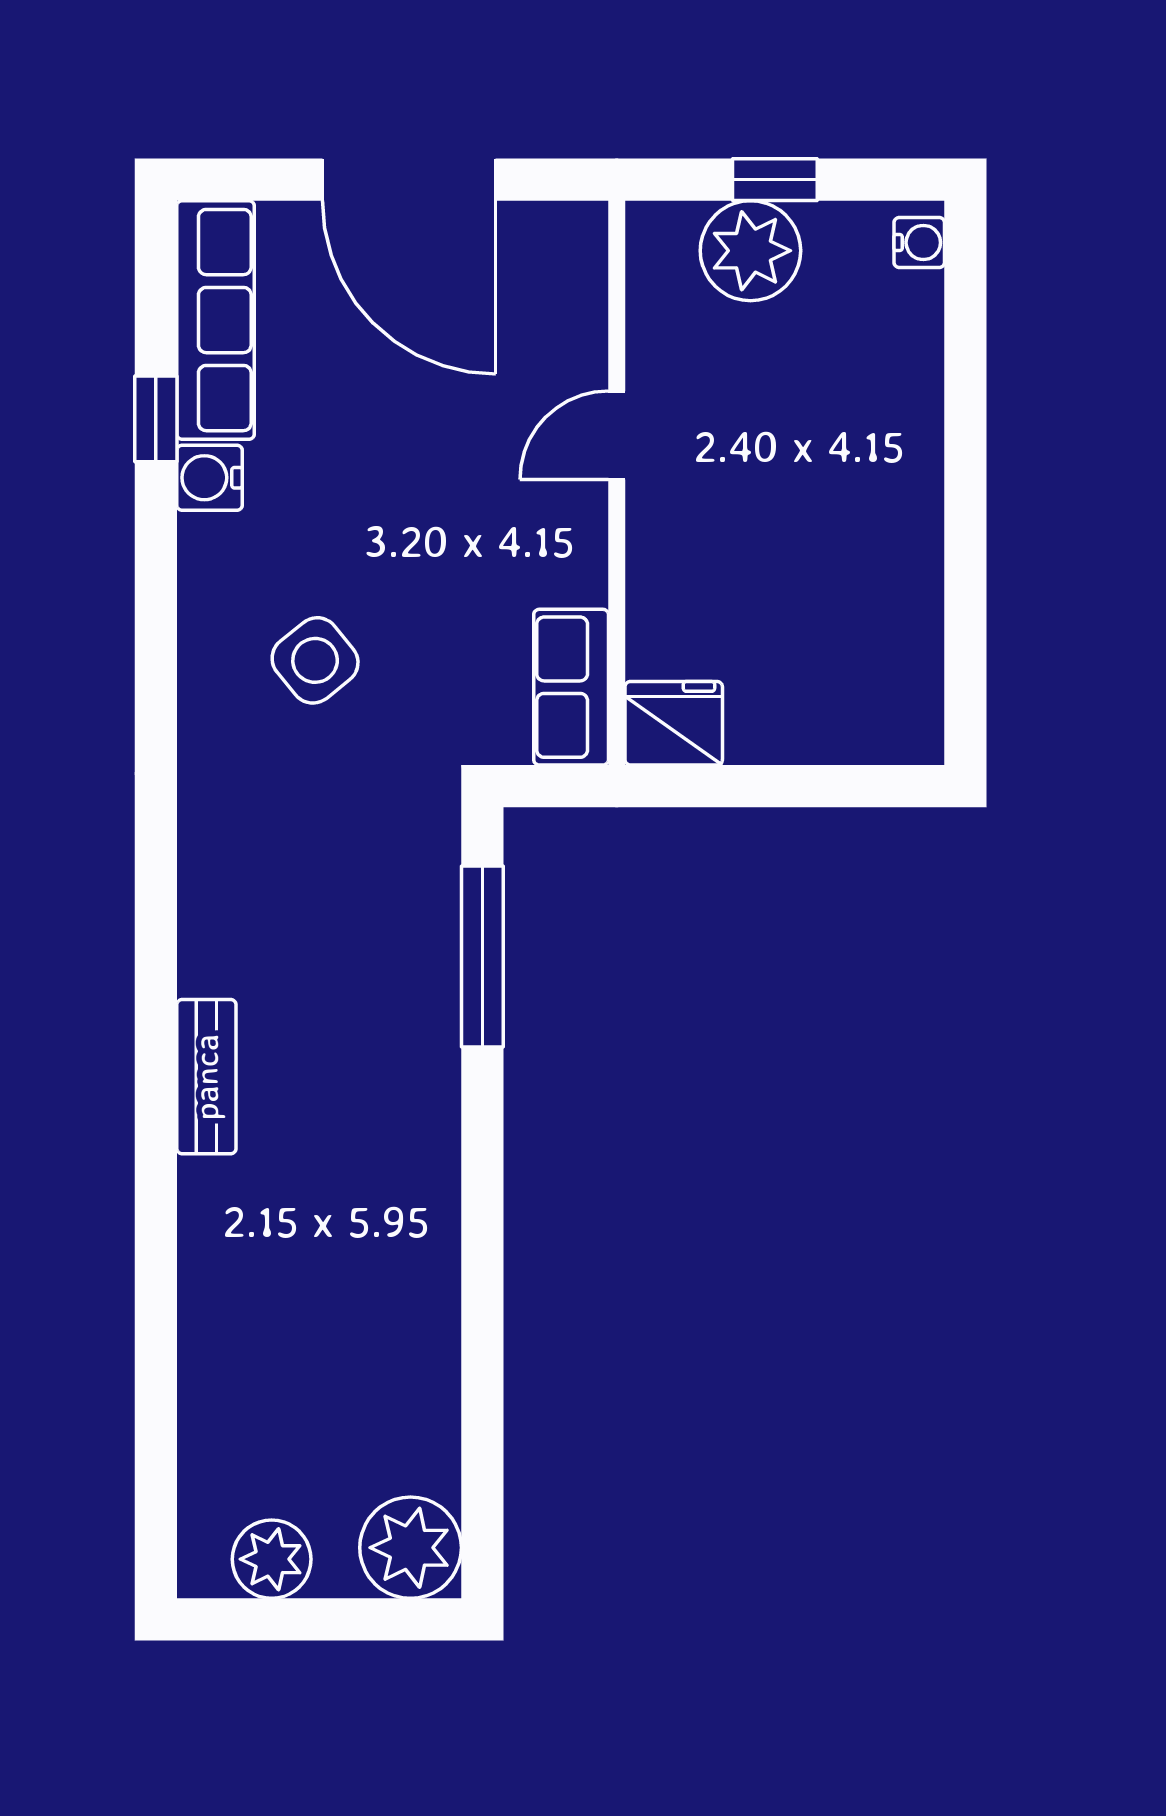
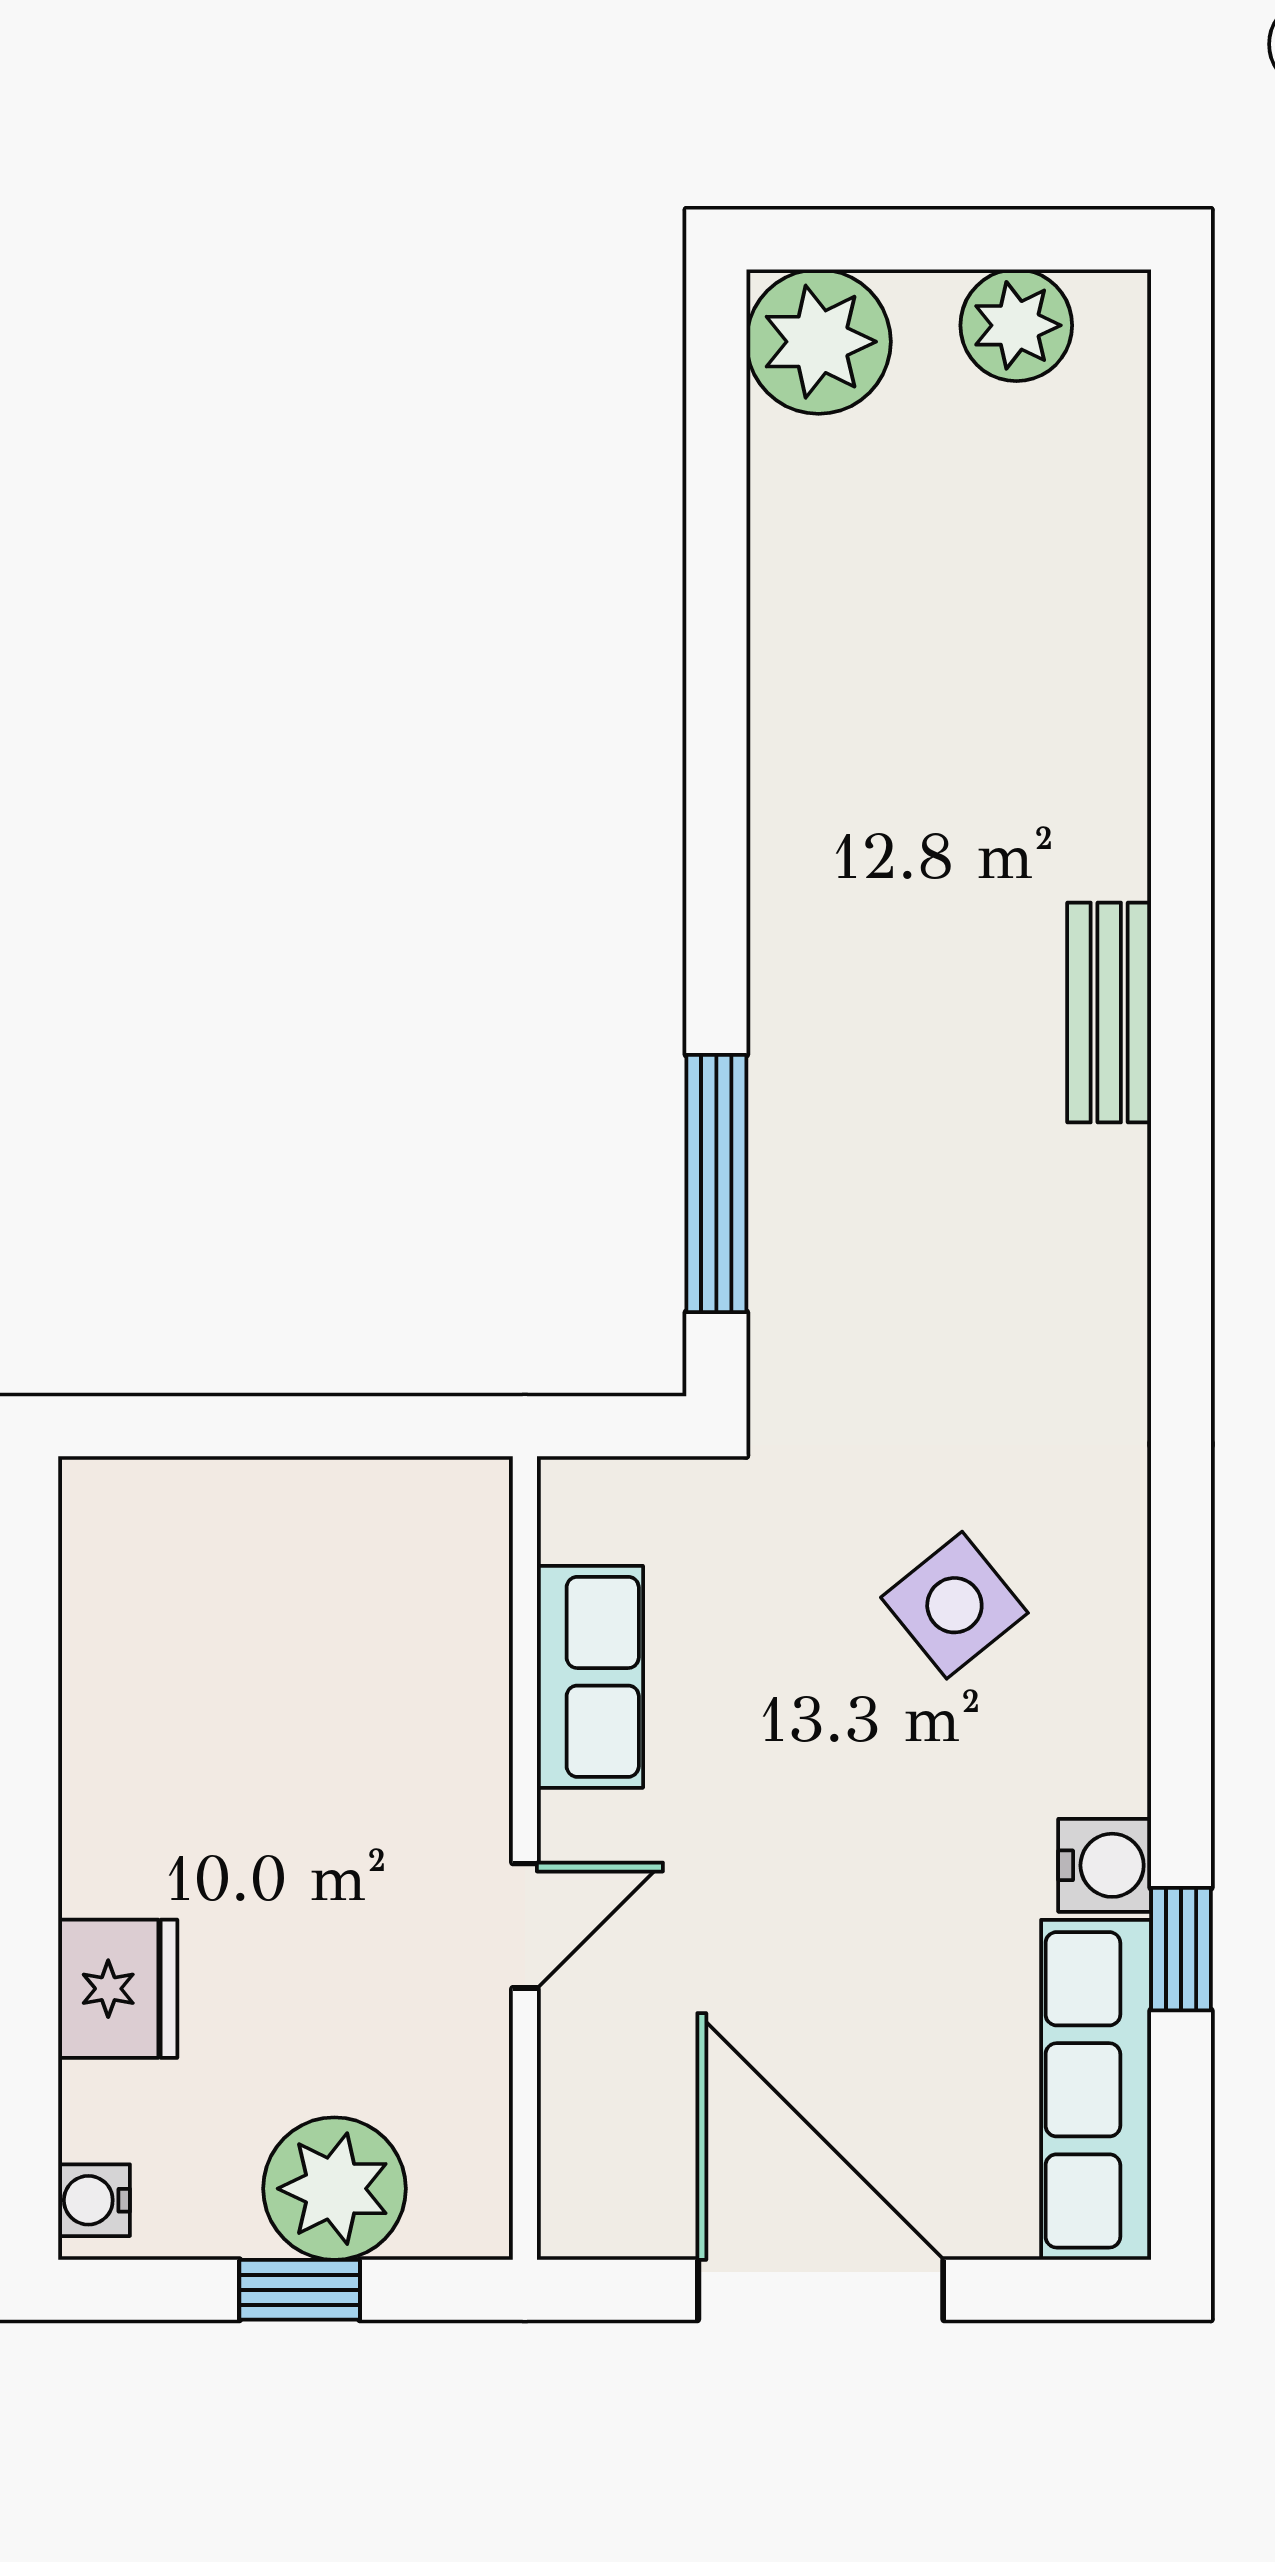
row of seats: (571, 687) -> (590, 1677), moved
fridge: (674, 723) -> (118, 1989), moved, turned -90

